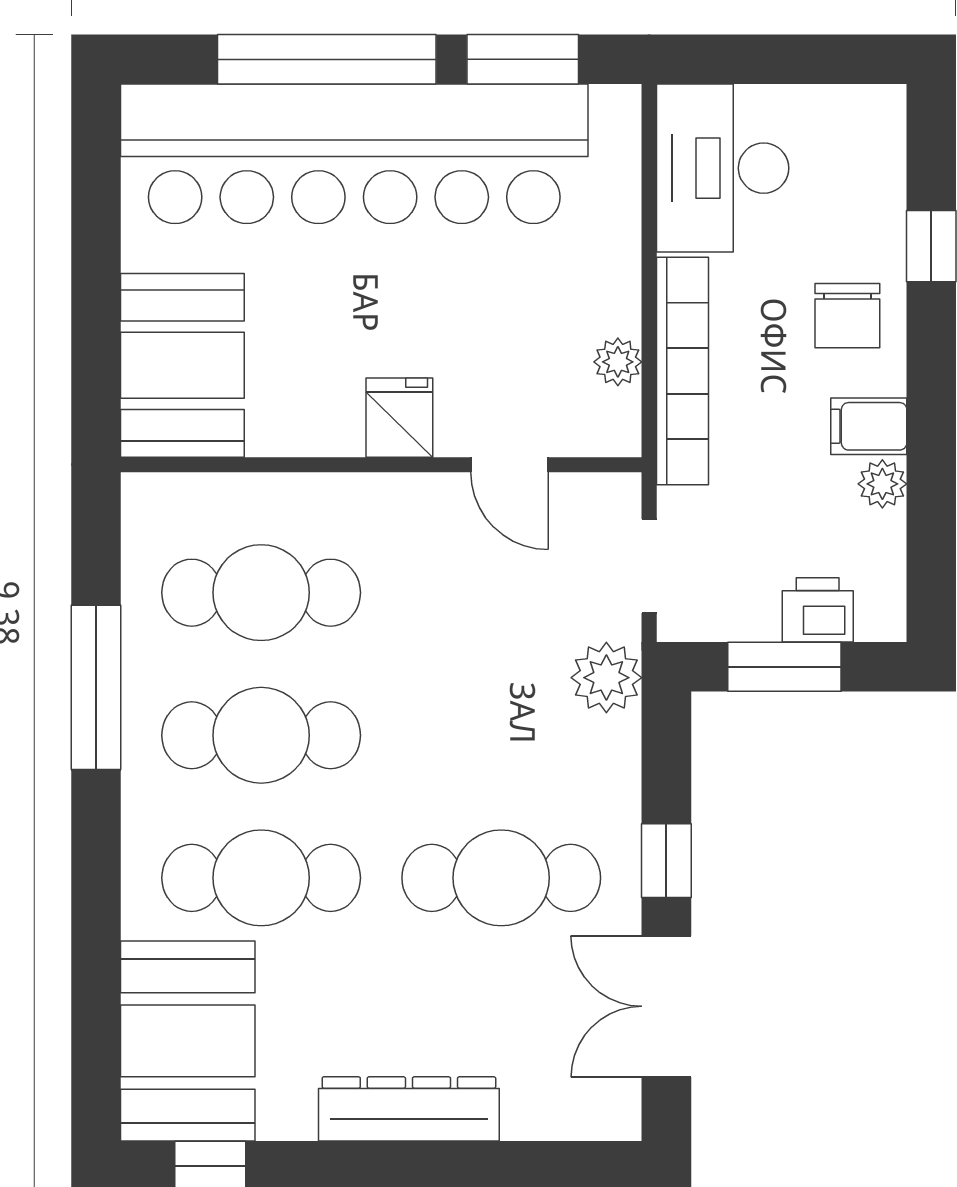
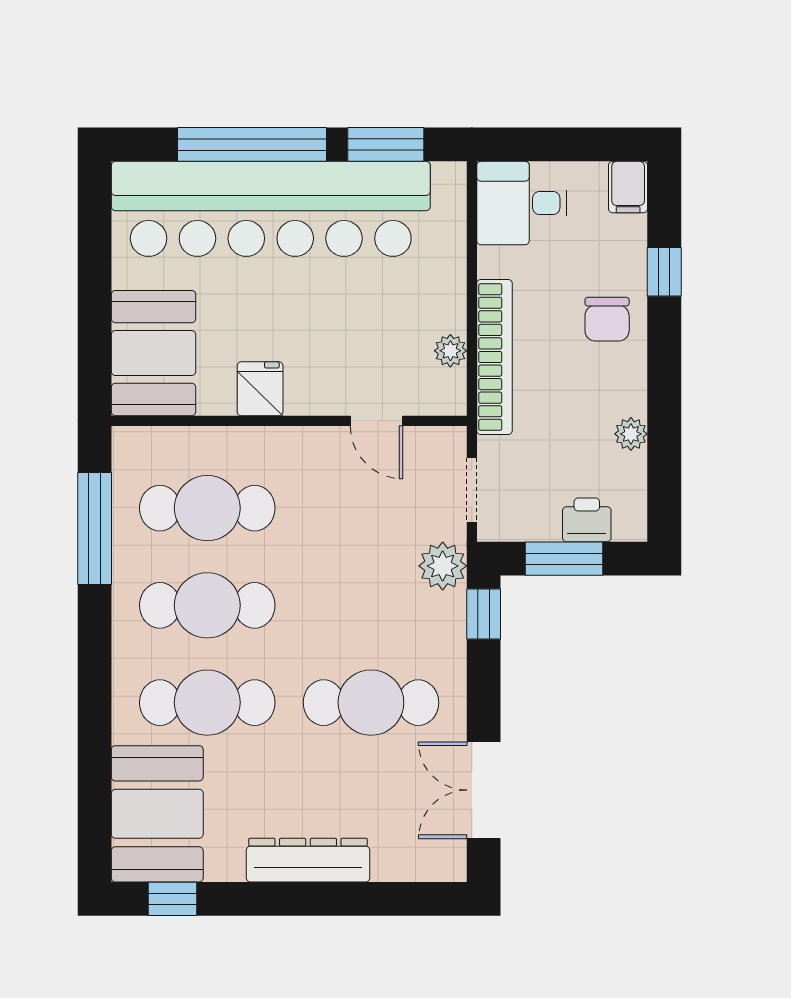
desk: (723, 168) -> (522, 203), width x0.73
fridge: (399, 418) -> (260, 389), moved
filing cabinet: (869, 426) -> (628, 187), moved, turned -90
window: (96, 687) -> (95, 528), moved
window: (666, 861) -> (484, 614), moved

